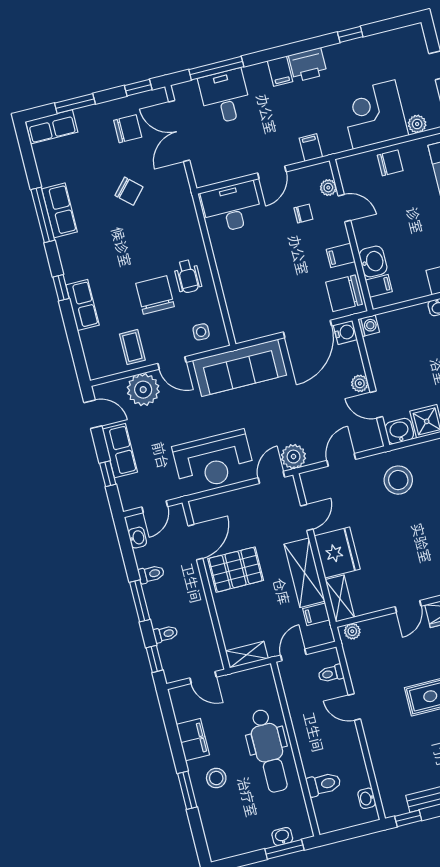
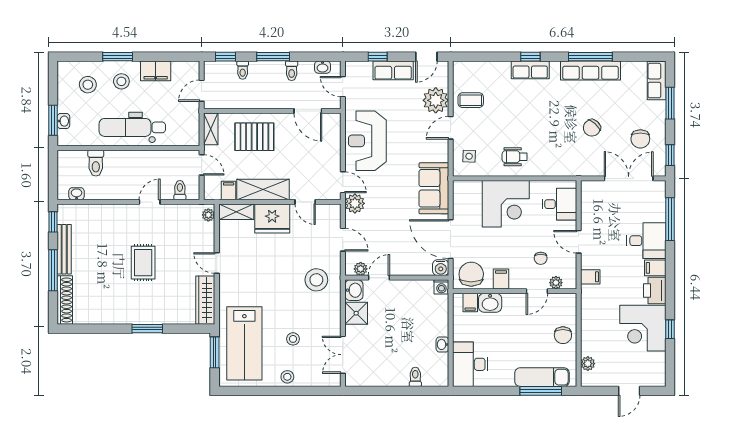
desk: (225, 97) -> (646, 241), moved
corner desk: (374, 114) -> (643, 328), moved, turned 180
desk: (232, 207) -> (559, 204), width x0.73
row of seats: (60, 210) -> (590, 70), width x1.48
corner desk: (248, 273) -> (506, 204), added
chair: (155, 295) -> (507, 128), removed
row of seats: (83, 305) -> (530, 70), moved
sofa: (240, 368) -> (434, 188), width x0.73
plant: (360, 383) -> (361, 269), moved
pallet: (236, 570) -> (254, 137), moved, turned 90
stool: (231, 818) -> (88, 85), added

